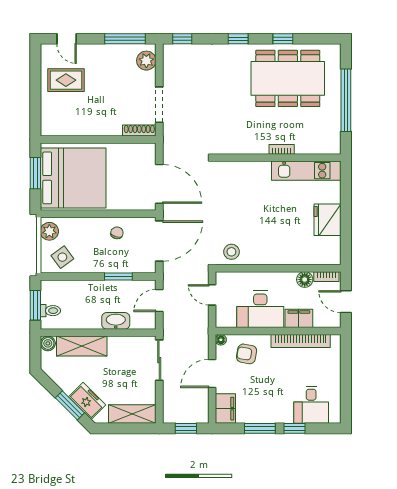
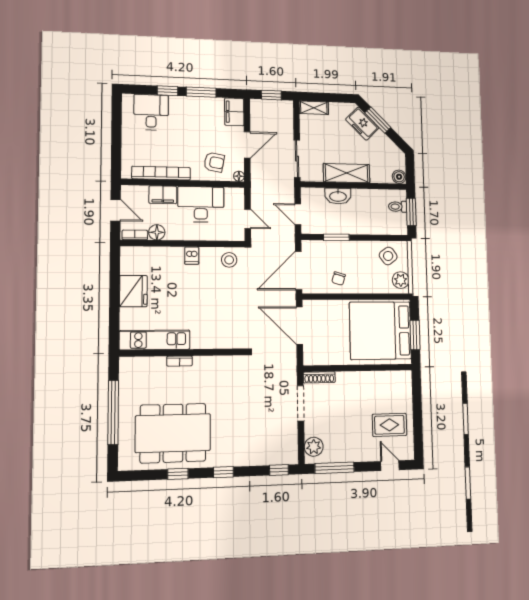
dishwasher: (270, 256) -> (192, 256), added
door: (159, 301) -> (298, 214), swing flipped
shelving: (82, 346) -> (347, 173), moved
shelving: (132, 414) -> (314, 108), width x0.67, depth x0.75

